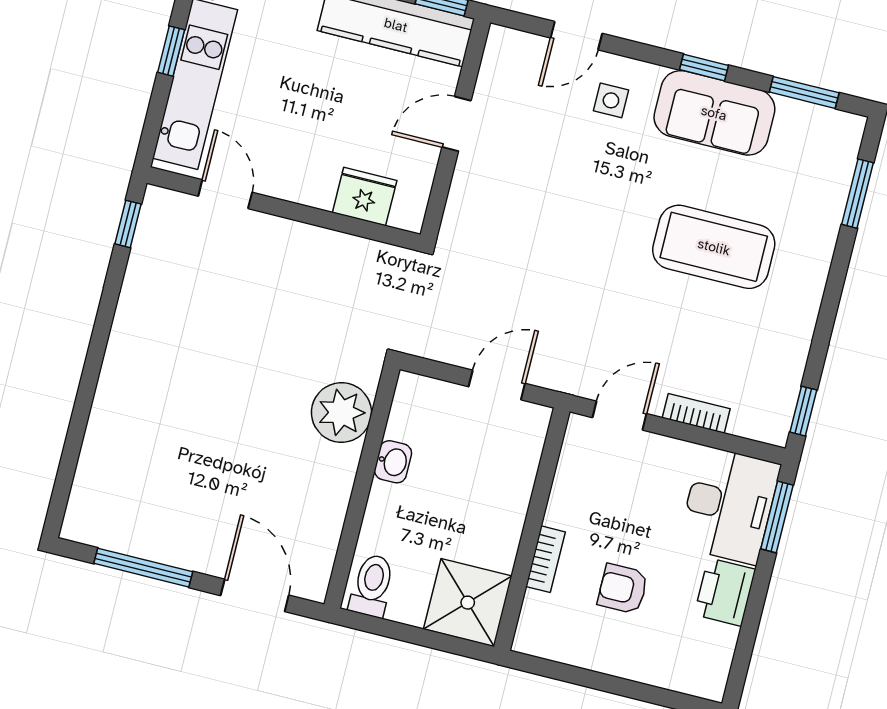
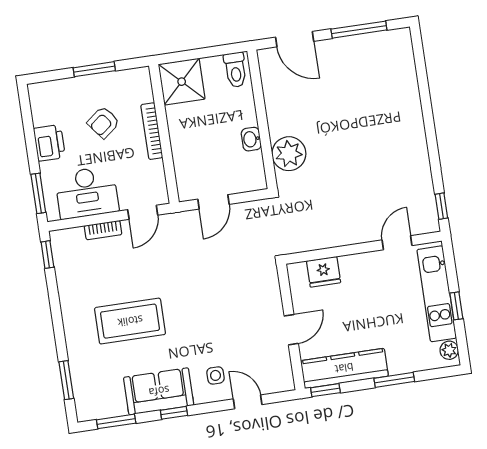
door: (576, 36) -> (248, 402), hinge flipped
door: (225, 194) -> (397, 243), swing flipped
desk: (729, 505) -> (87, 193), moved, turned -90
bookcase: (546, 559) -> (152, 131), width x1.56
armchair: (623, 589) -> (103, 122), turned 142
window: (602, 682) -> (94, 69), added

